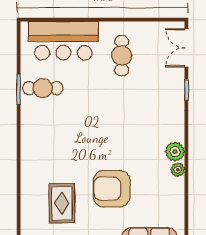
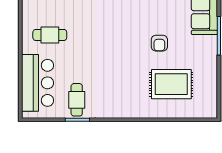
armchair: (112, 189) -> (159, 43), width x0.53, depth x0.53
rug: (62, 203) -> (171, 84), width x1.36, depth x1.43

